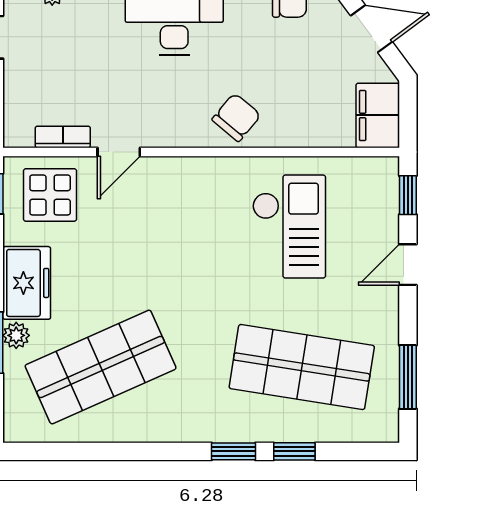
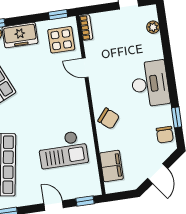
filing cabinet: (378, 115) -> (111, 166), moved, turned 90
bookcase: (63, 137) -> (86, 28), moved

